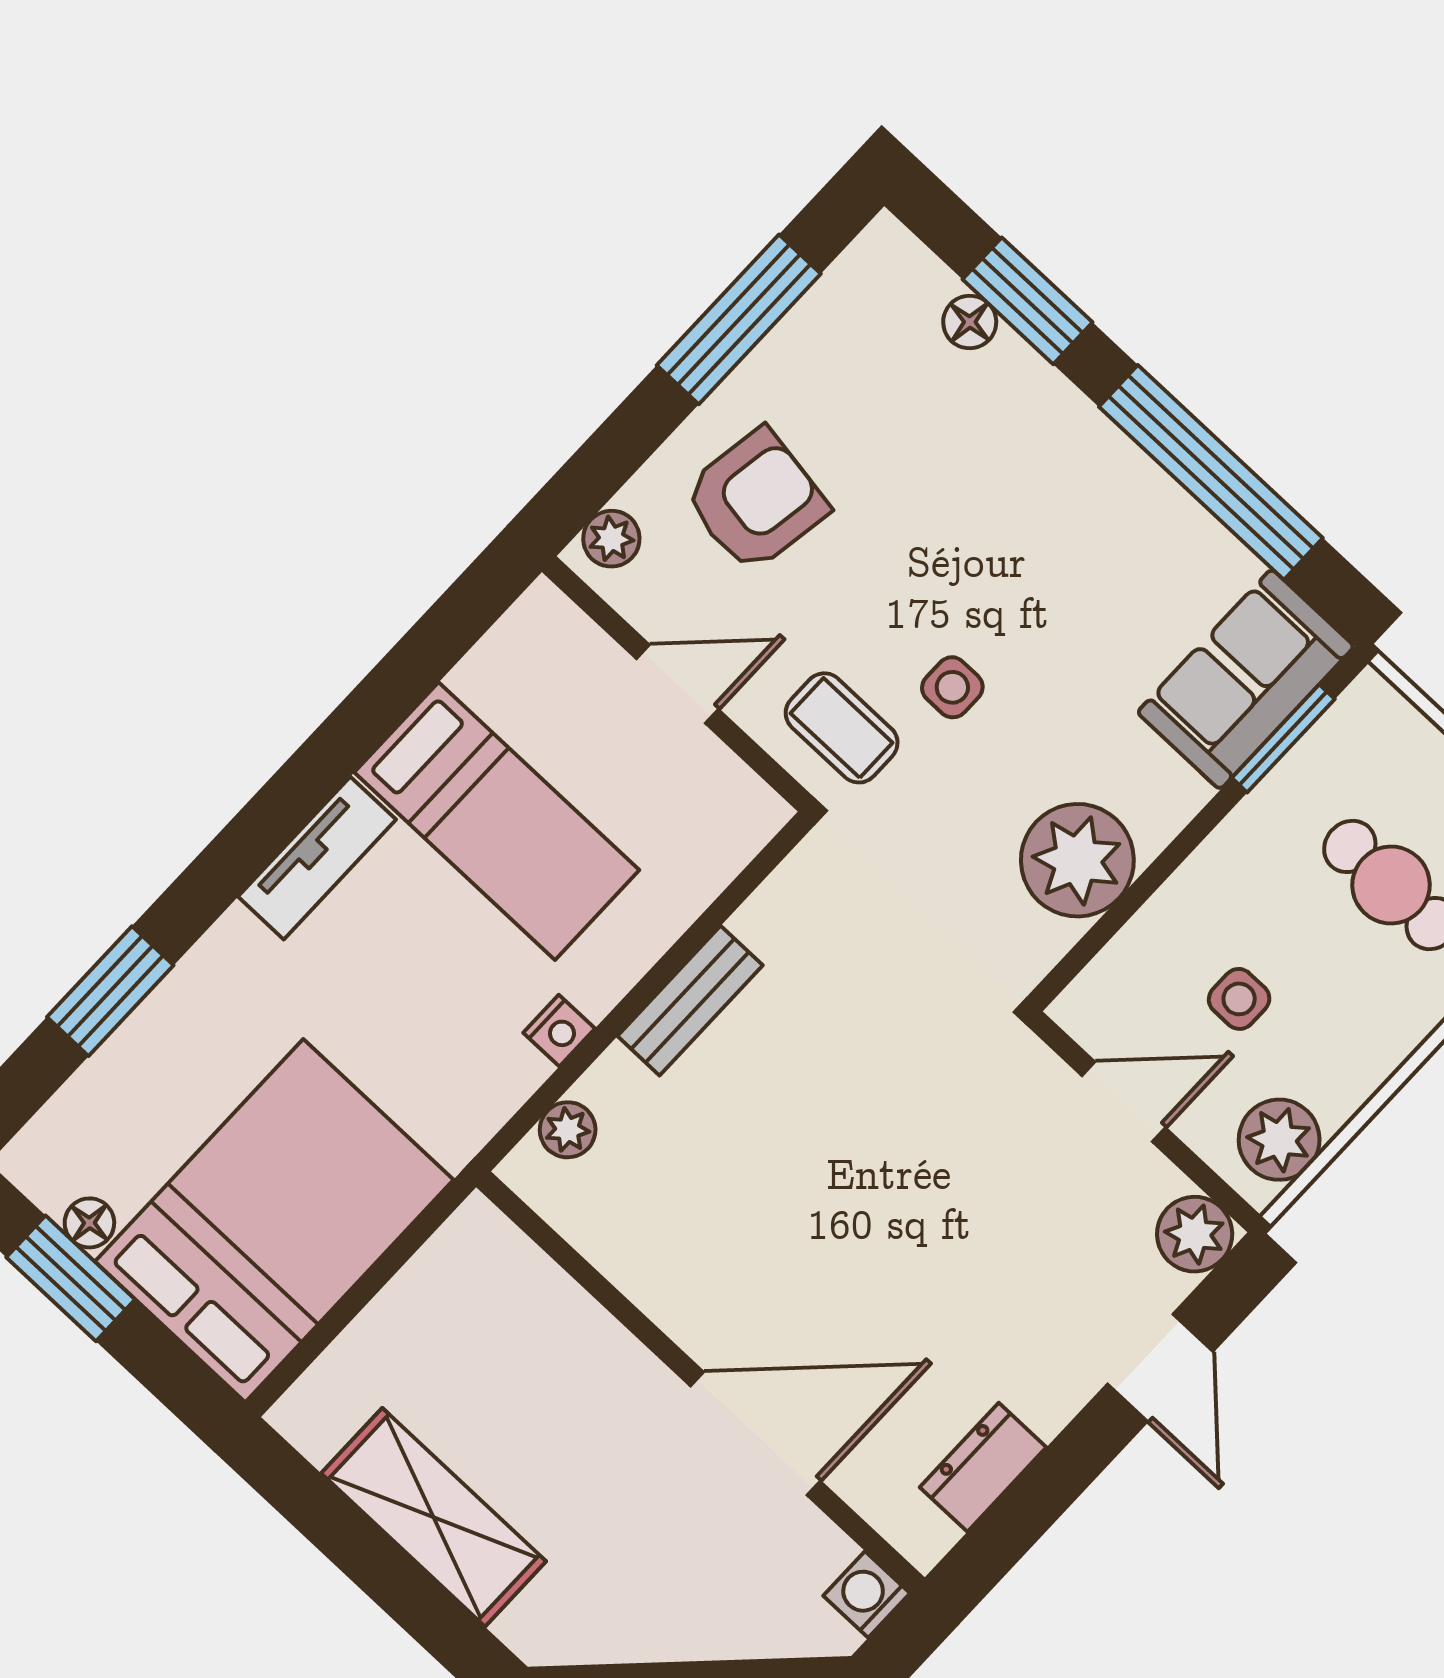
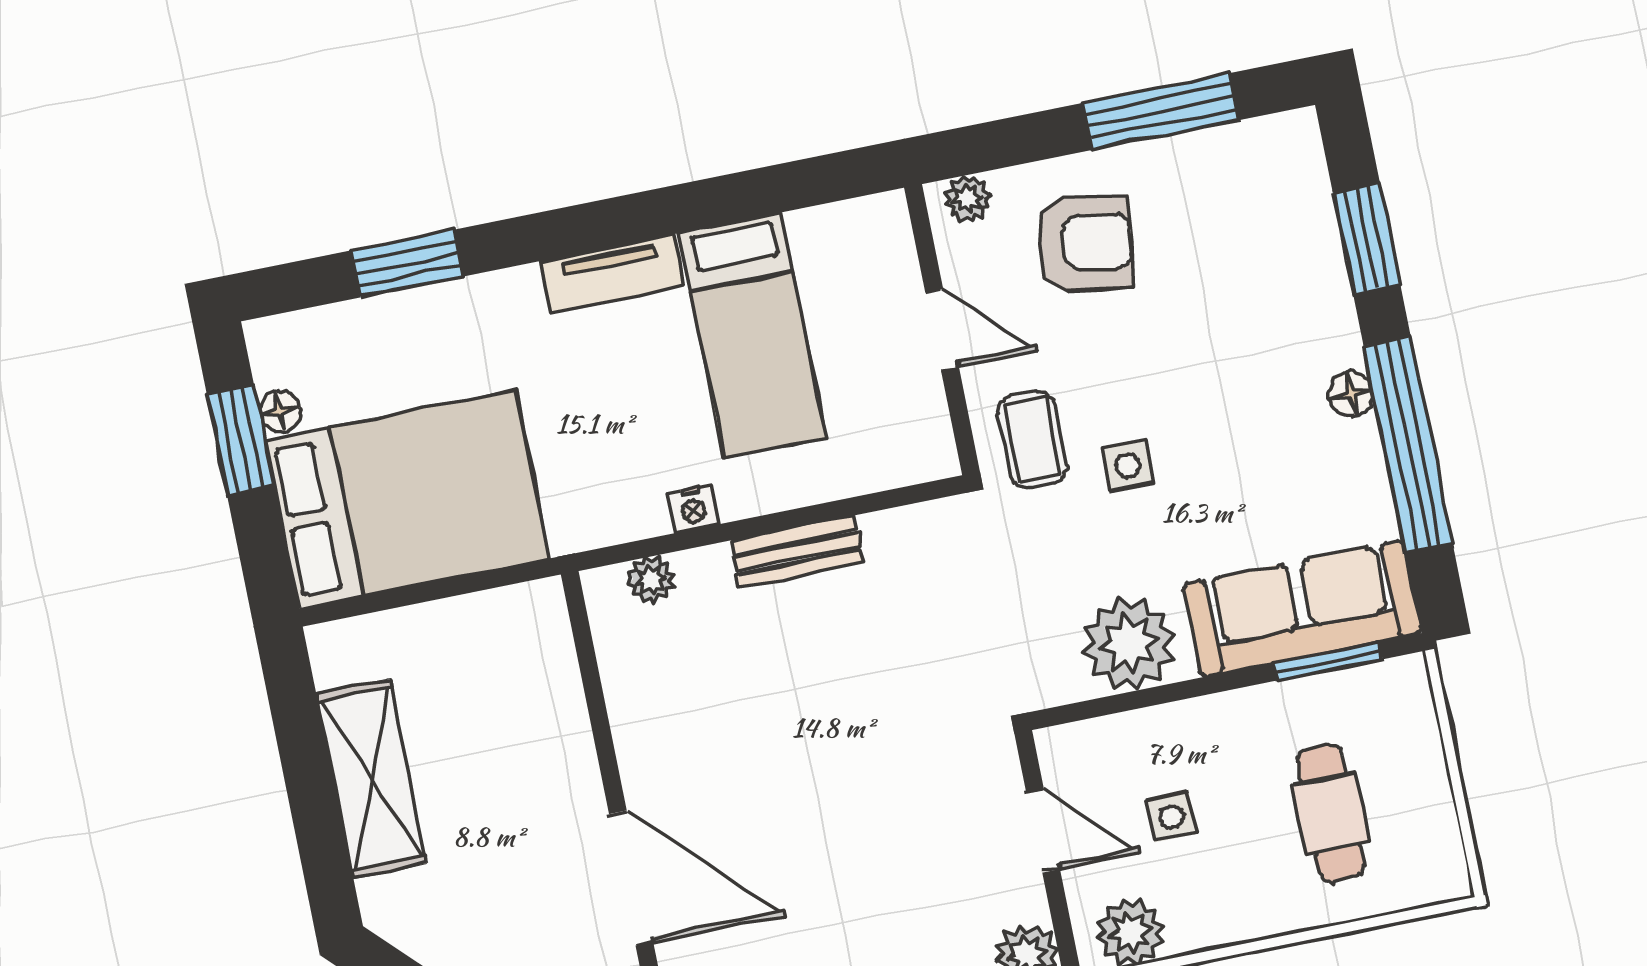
floor lamp: (970, 322) -> (1351, 394), moved
sofa: (1246, 679) -> (1302, 608), width x1.36

